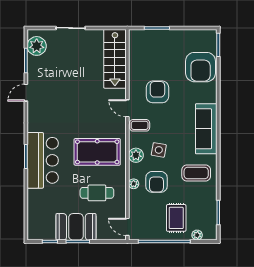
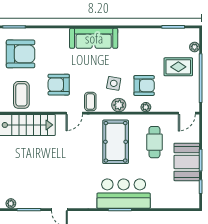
plant: (37, 46) -> (11, 203), width x0.53, depth x0.53
armchair: (201, 67) -> (21, 54), moved
coffee table: (196, 173) -> (21, 95), moved

